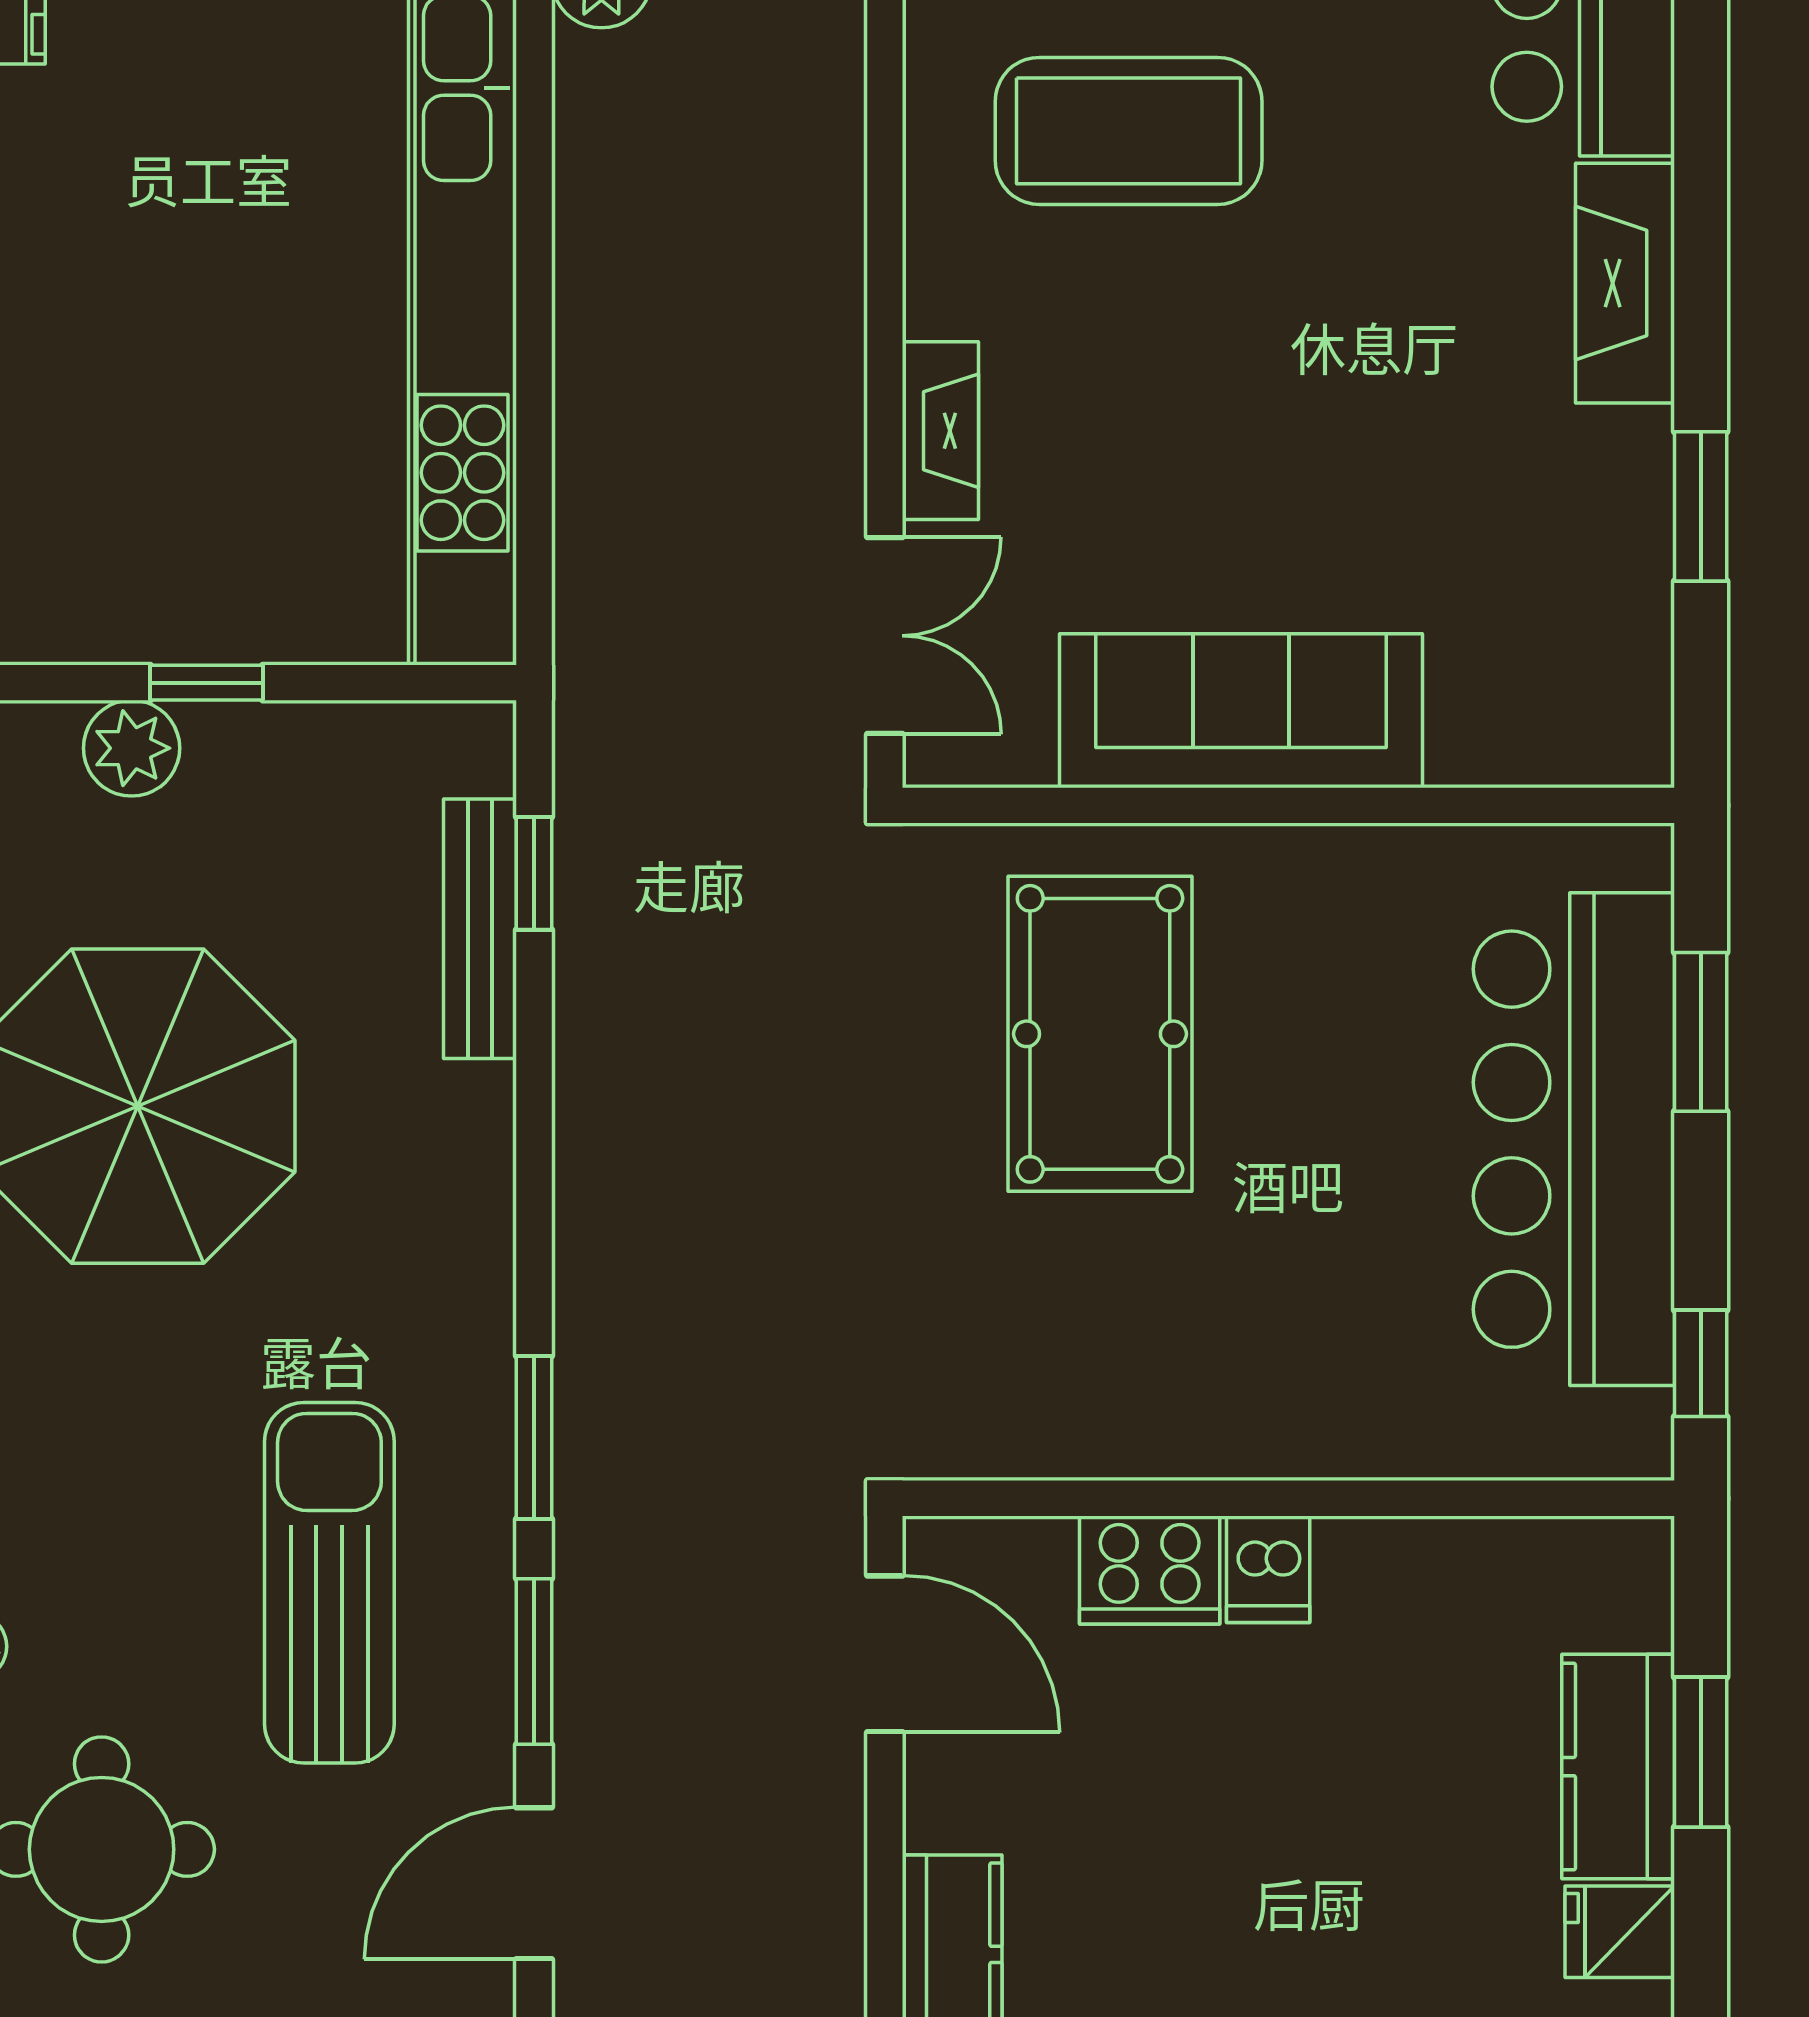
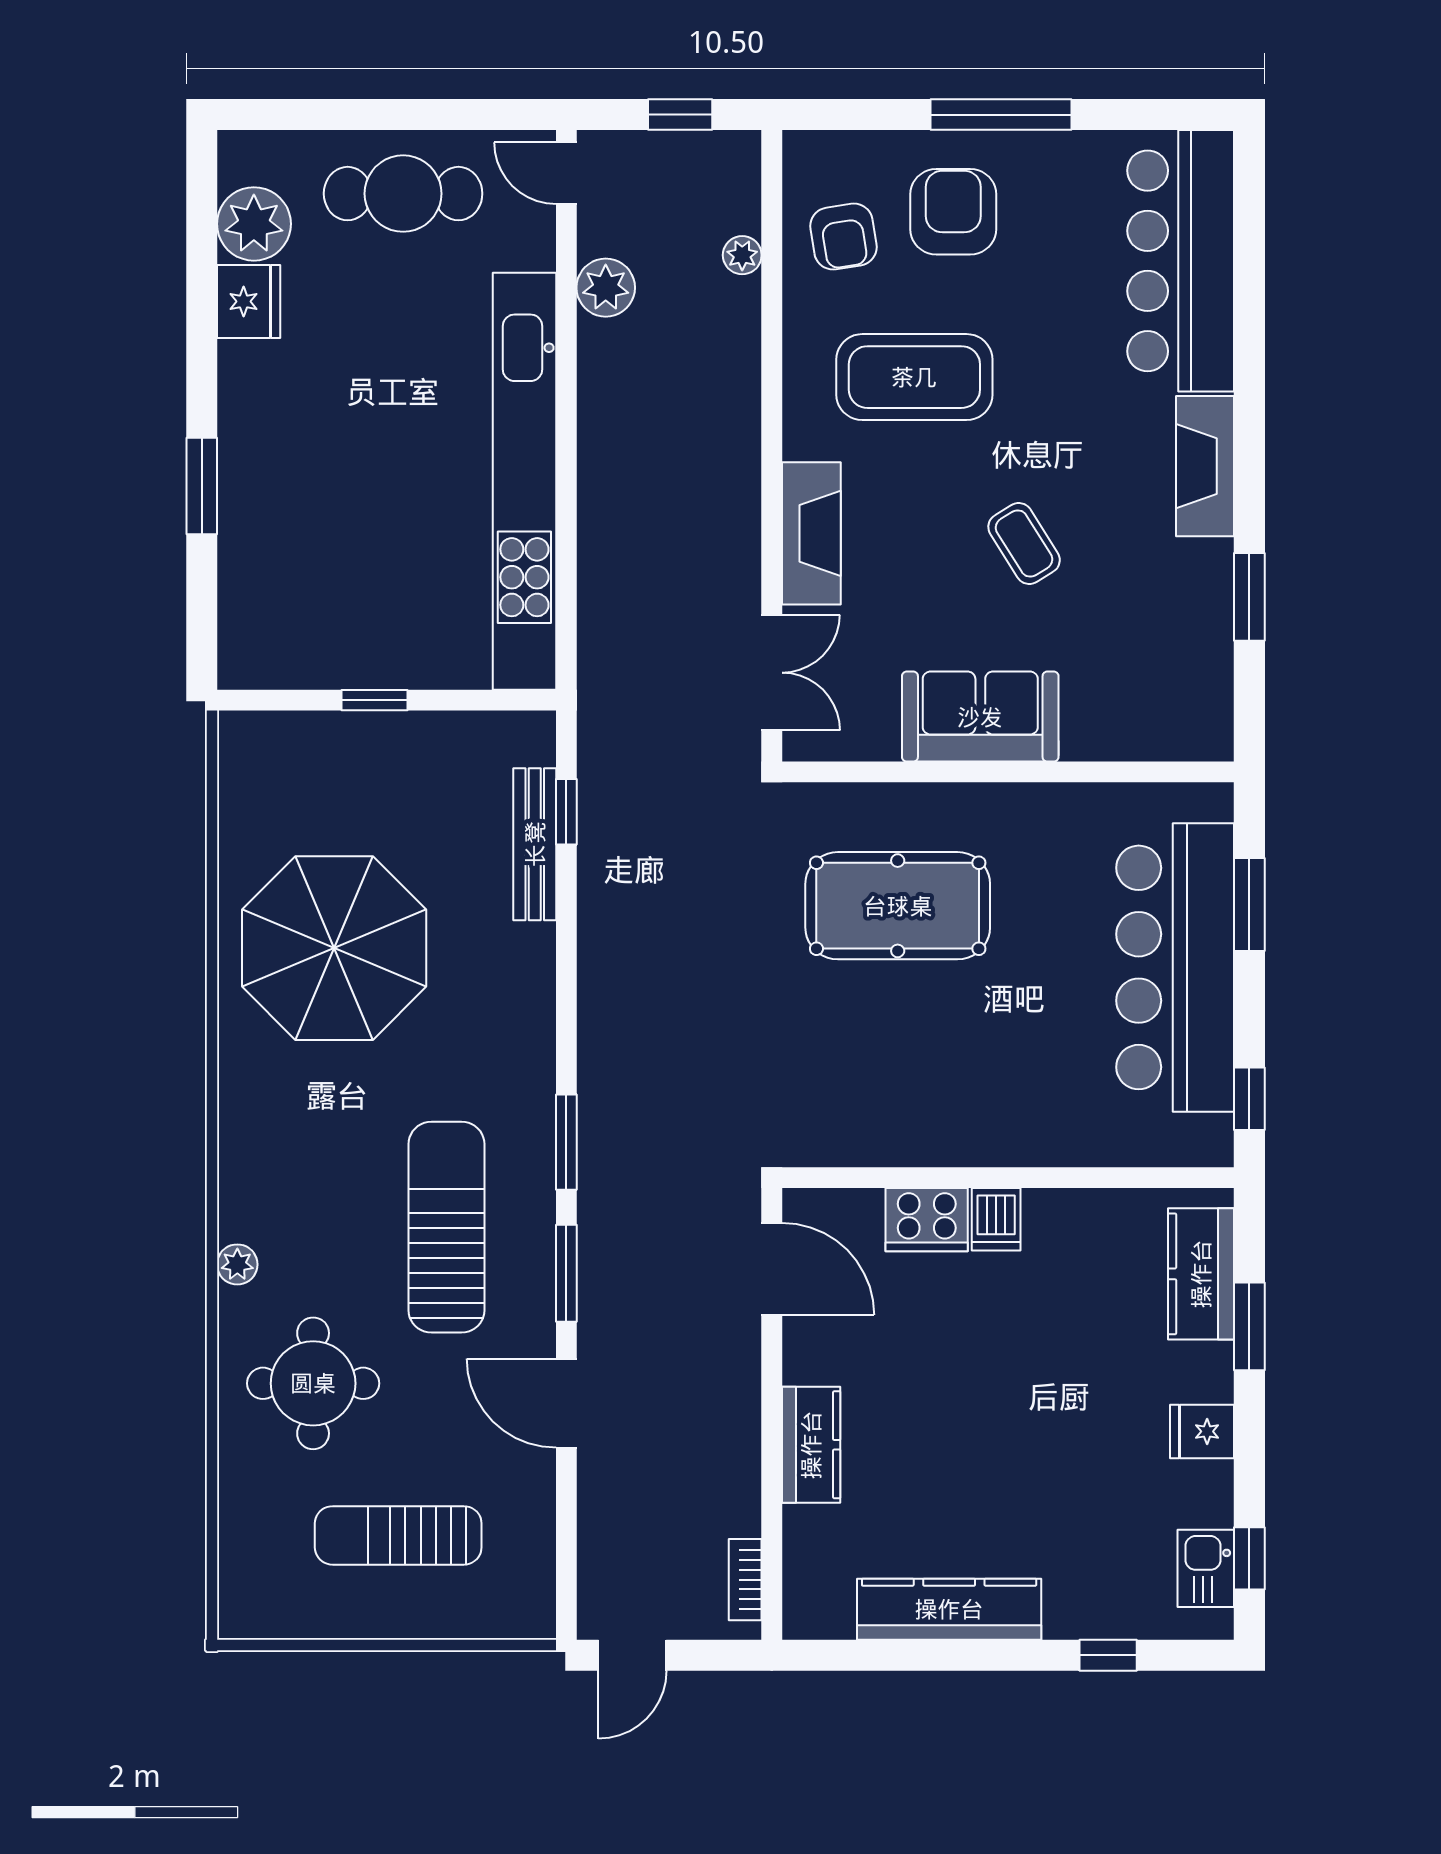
coffee table: (1316, 415) -> (1024, 544), added
fireplace: (940, 431) -> (811, 533), width x1.37, depth x1.32
sofa: (1241, 711) -> (980, 717), width x0.73
plant: (132, 748) -> (331, 738), removed
pool table: (1100, 1034) -> (898, 906), turned 90
kitchen counter: (1618, 1767) -> (1201, 1274), moved
door: (534, 1883) -> (566, 1403), hinge flipped

